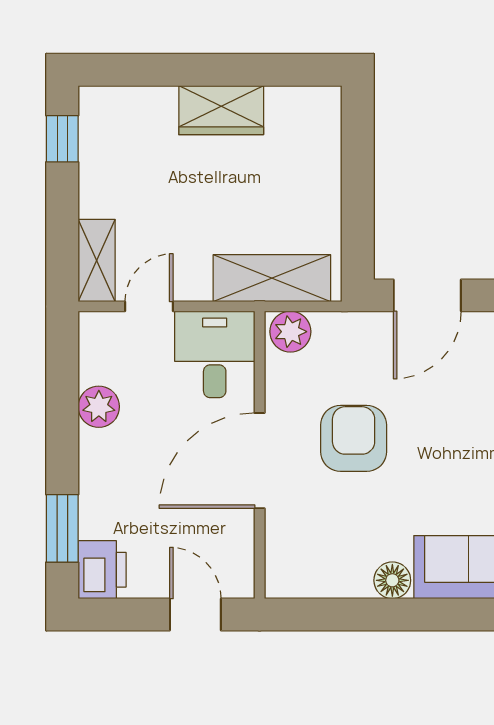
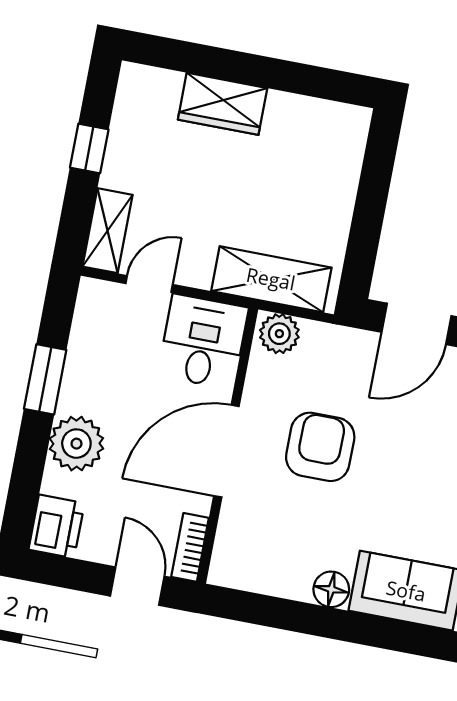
wardrobe: (221, 110) -> (223, 104), moved
window: (62, 139) -> (89, 148), moved
plant: (99, 407) -> (76, 444), moved, width x1.36, depth x1.36
window: (62, 528) -> (45, 379), moved
bookcase: (241, 565) -> (190, 547), added

